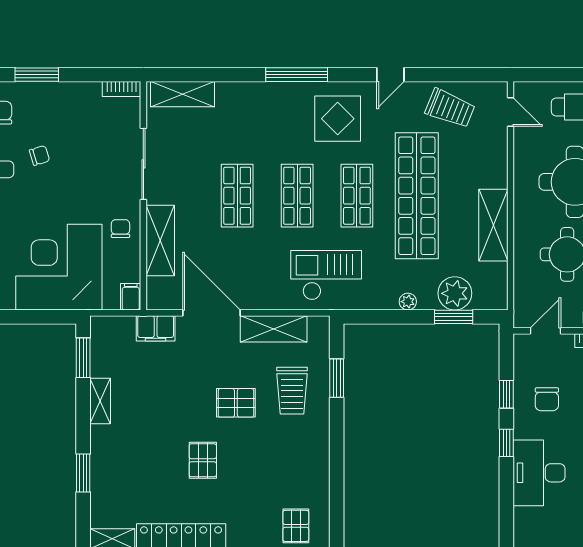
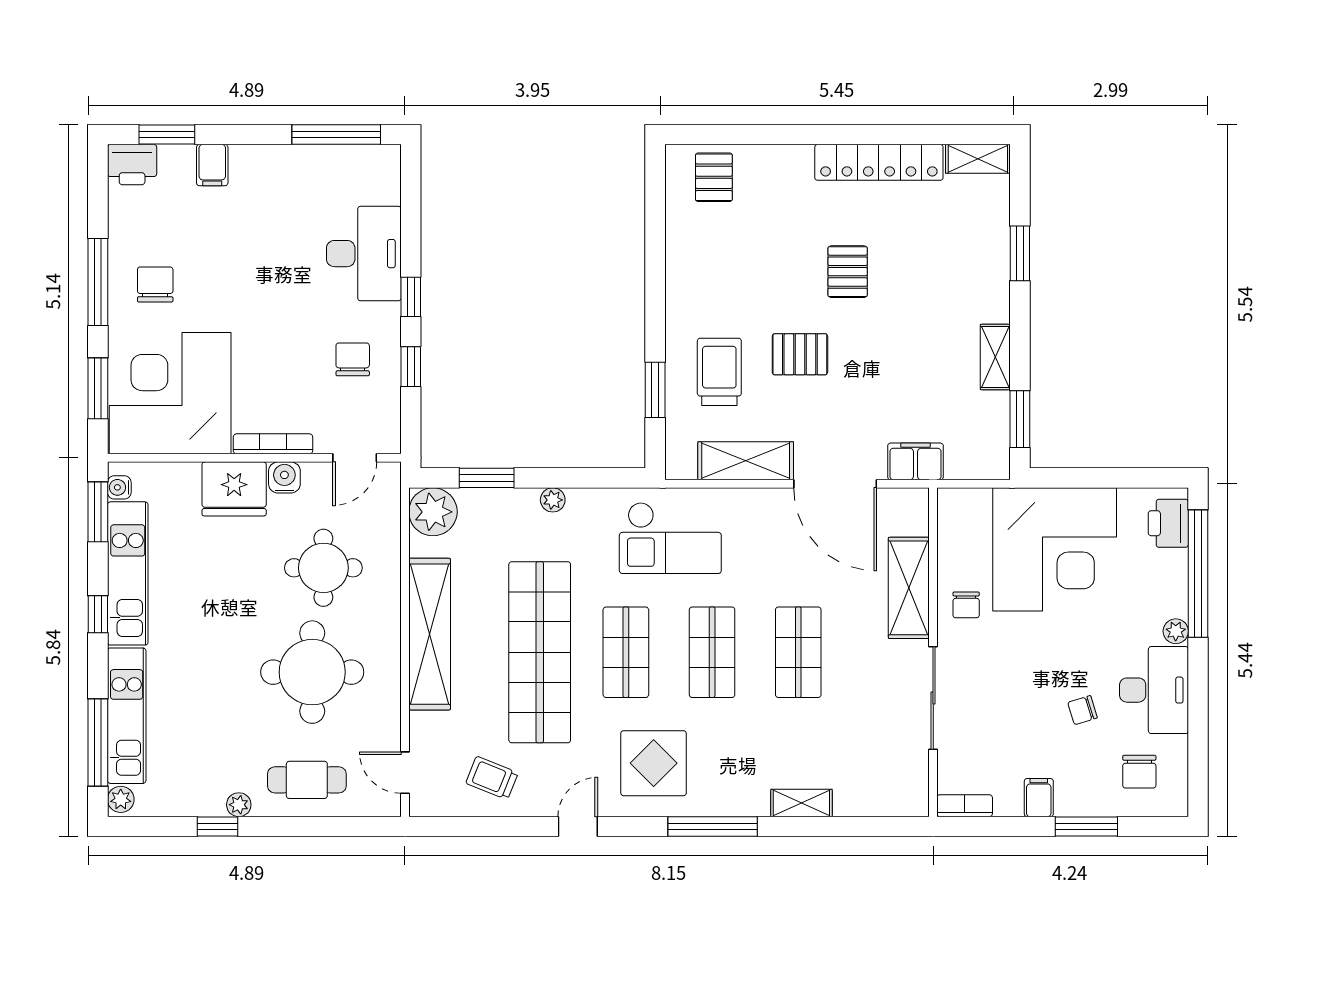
shelving: (183, 94) -> (801, 803), moved, width x0.67, depth x0.75
trolley: (450, 108) -> (492, 778), width x0.73, depth x0.72
shelving: (493, 225) -> (430, 634), width x1.47
plant: (455, 293) -> (433, 512), moved
filing cabinet: (131, 297) -> (1039, 798), moved, turned 180

